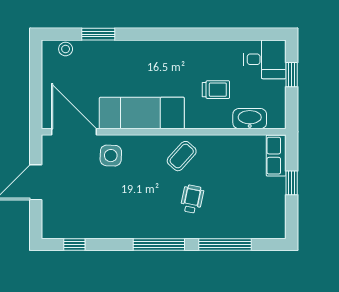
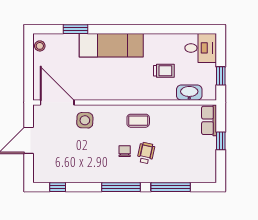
stool: (66, 49) -> (40, 46), moved
window: (292, 75) -> (221, 76), moved
exam couch: (142, 113) -> (111, 45), moved, turned 180
coffee table: (182, 156) -> (138, 121), turned 48
chair: (164, 196) -> (125, 151), added

